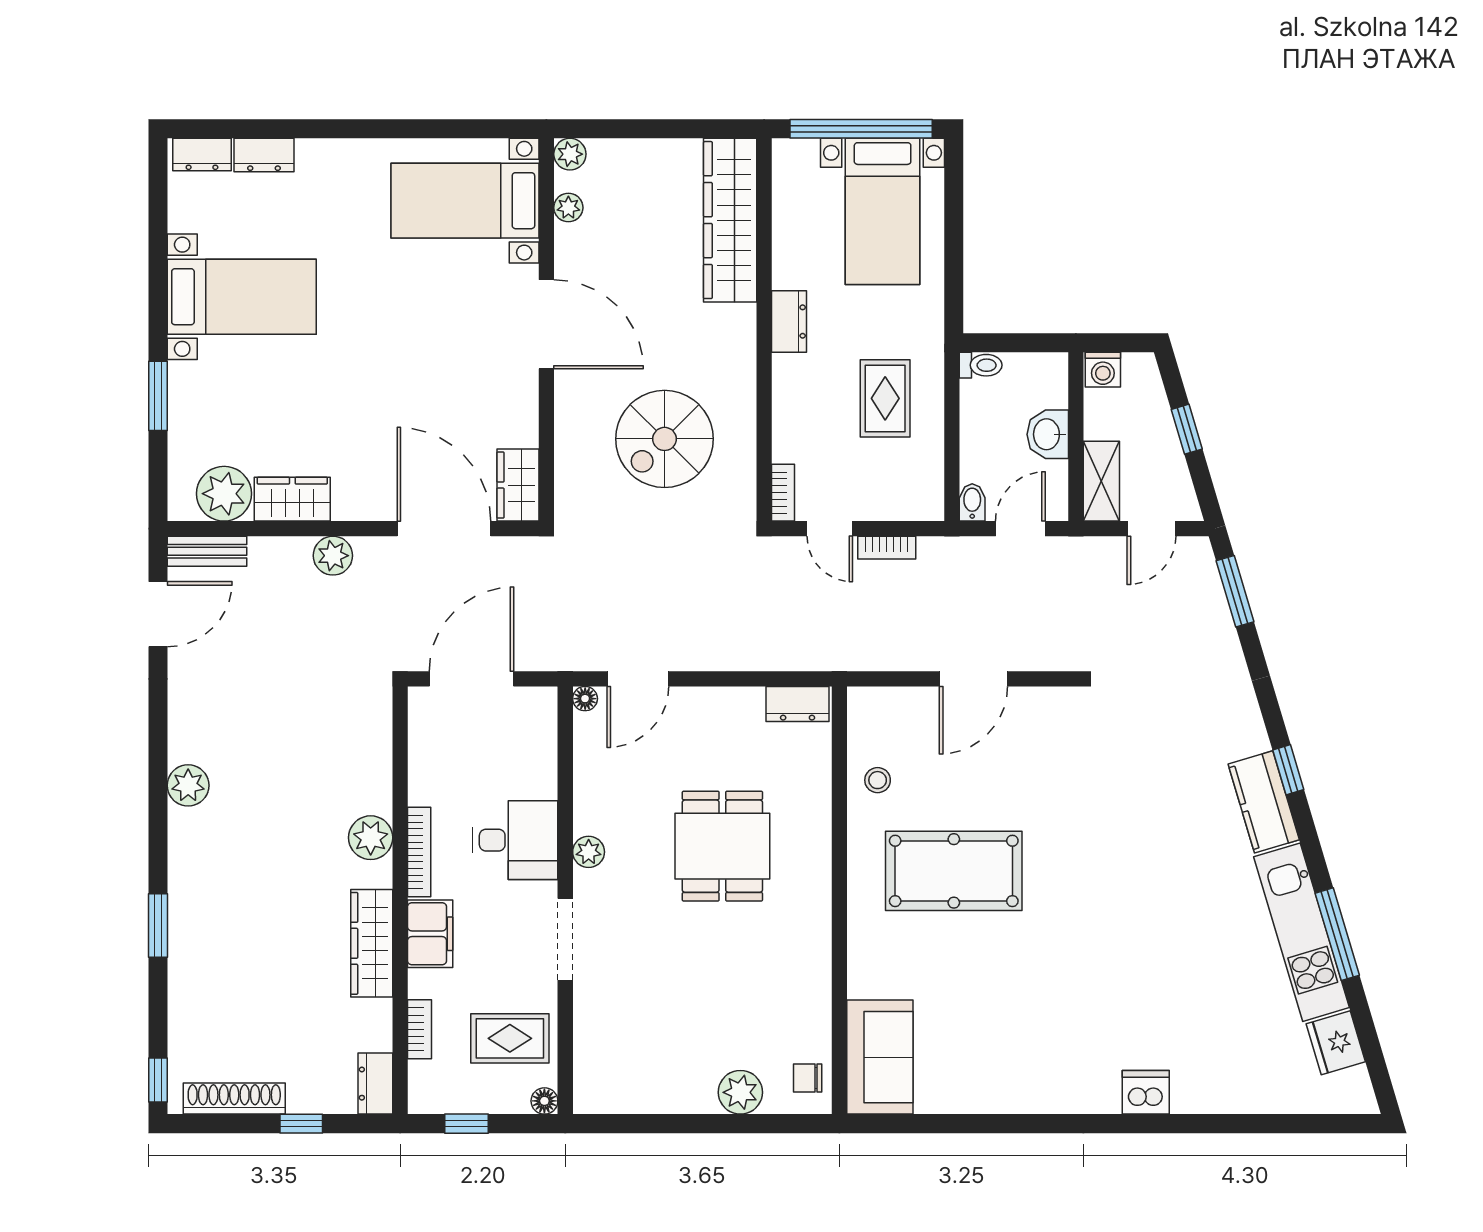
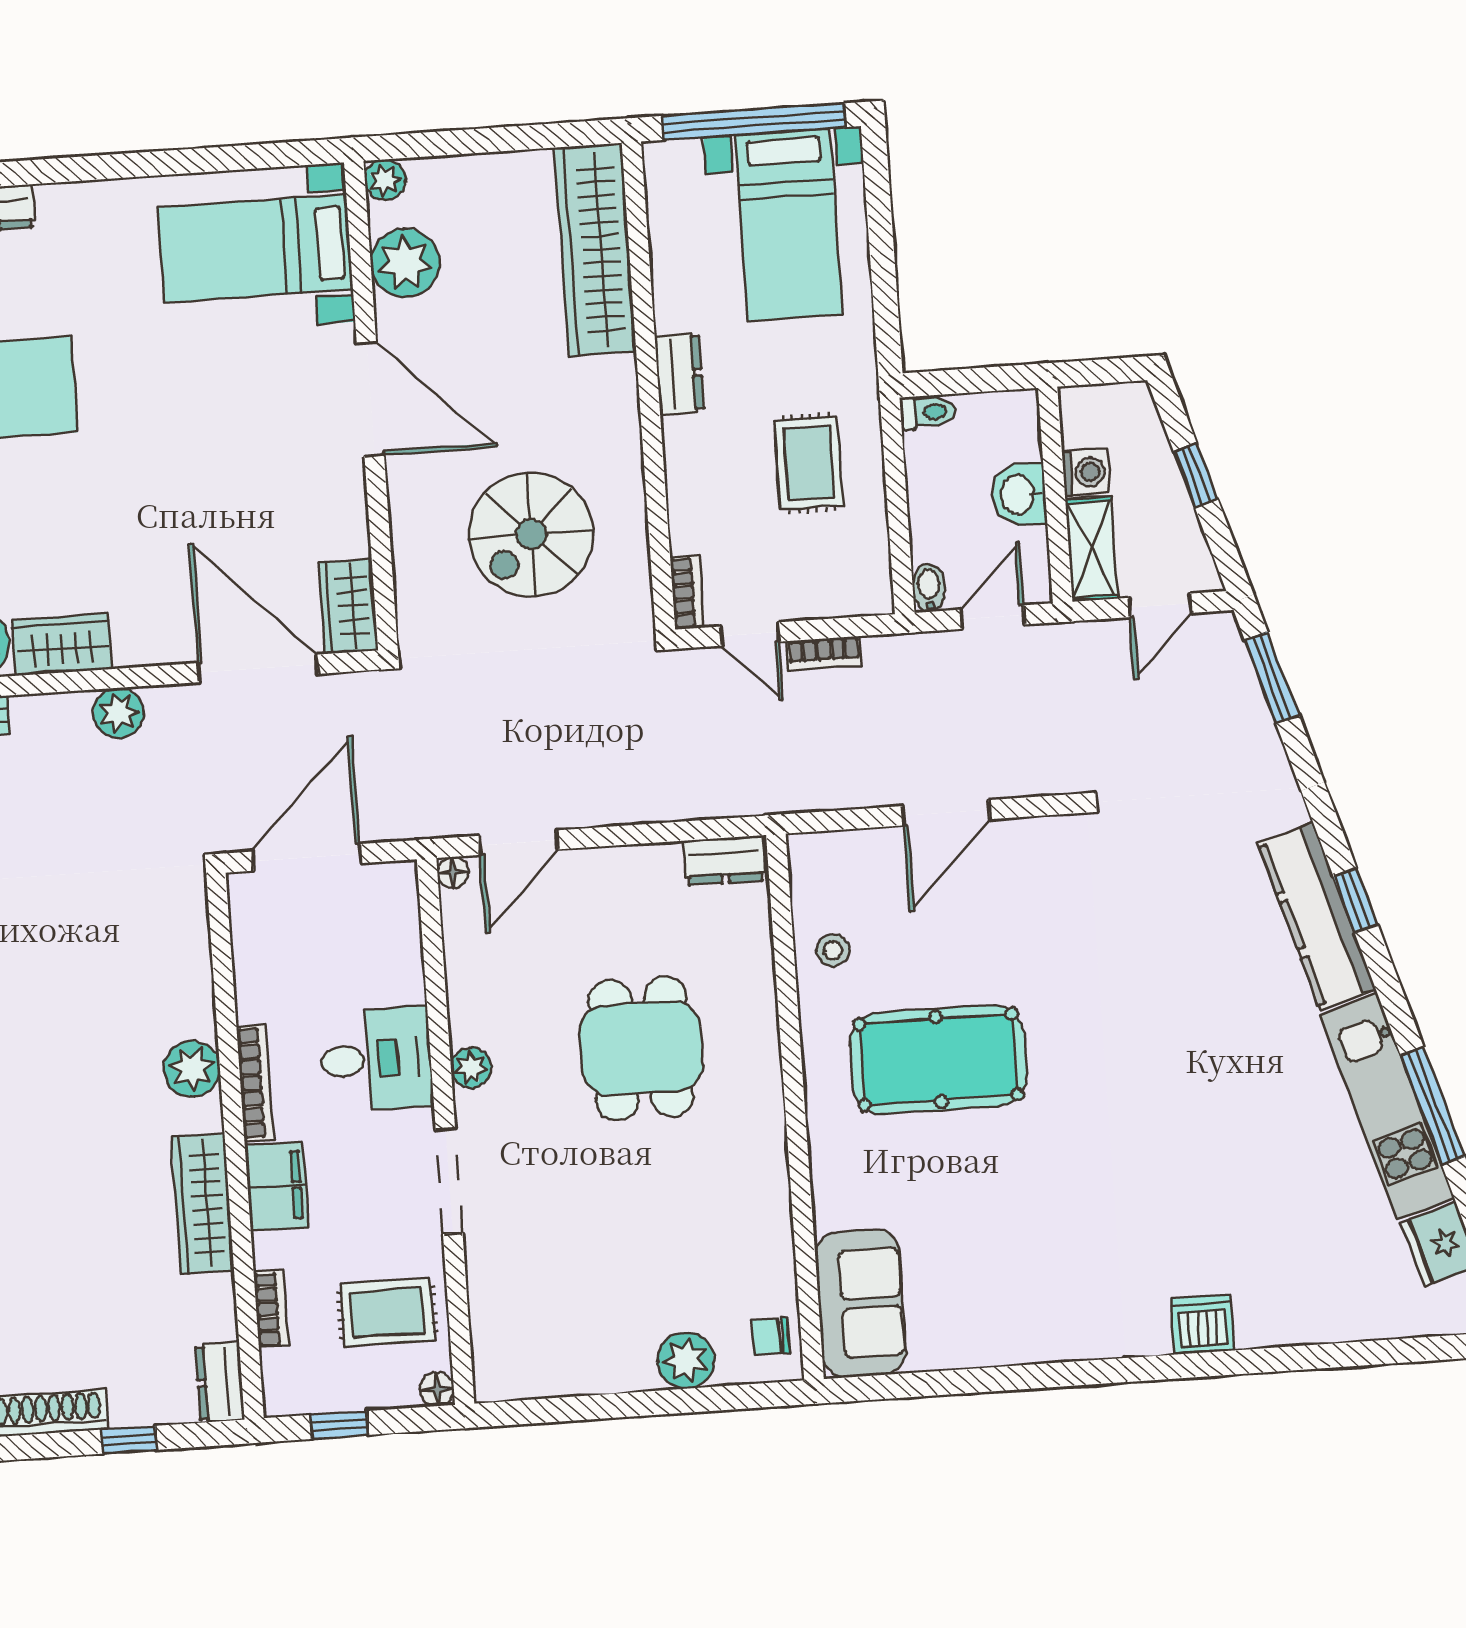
plant: (568, 208) -> (405, 263), width x1.87, depth x1.87
washing machine: (1103, 370) -> (1086, 472), moved, turned -90
kitchen counter: (1264, 802) -> (1317, 916), width x1.50

